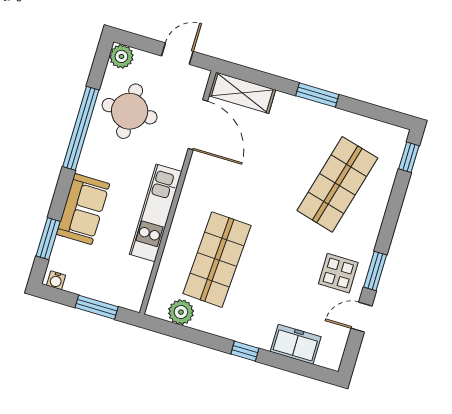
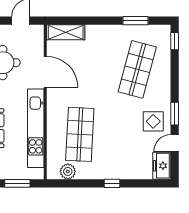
window: (317, 95) -> (136, 21), moved
door: (198, 125) -> (45, 72), moved
kitchen unit: (156, 213) -> (36, 128), width x1.36
freezer: (296, 344) -> (162, 166), moved, turned -90

